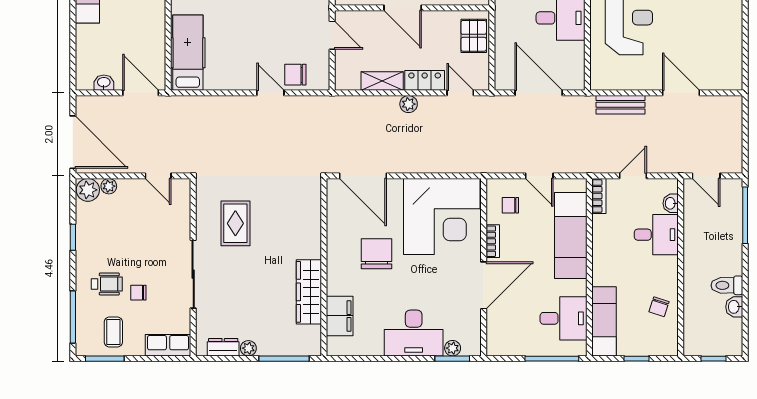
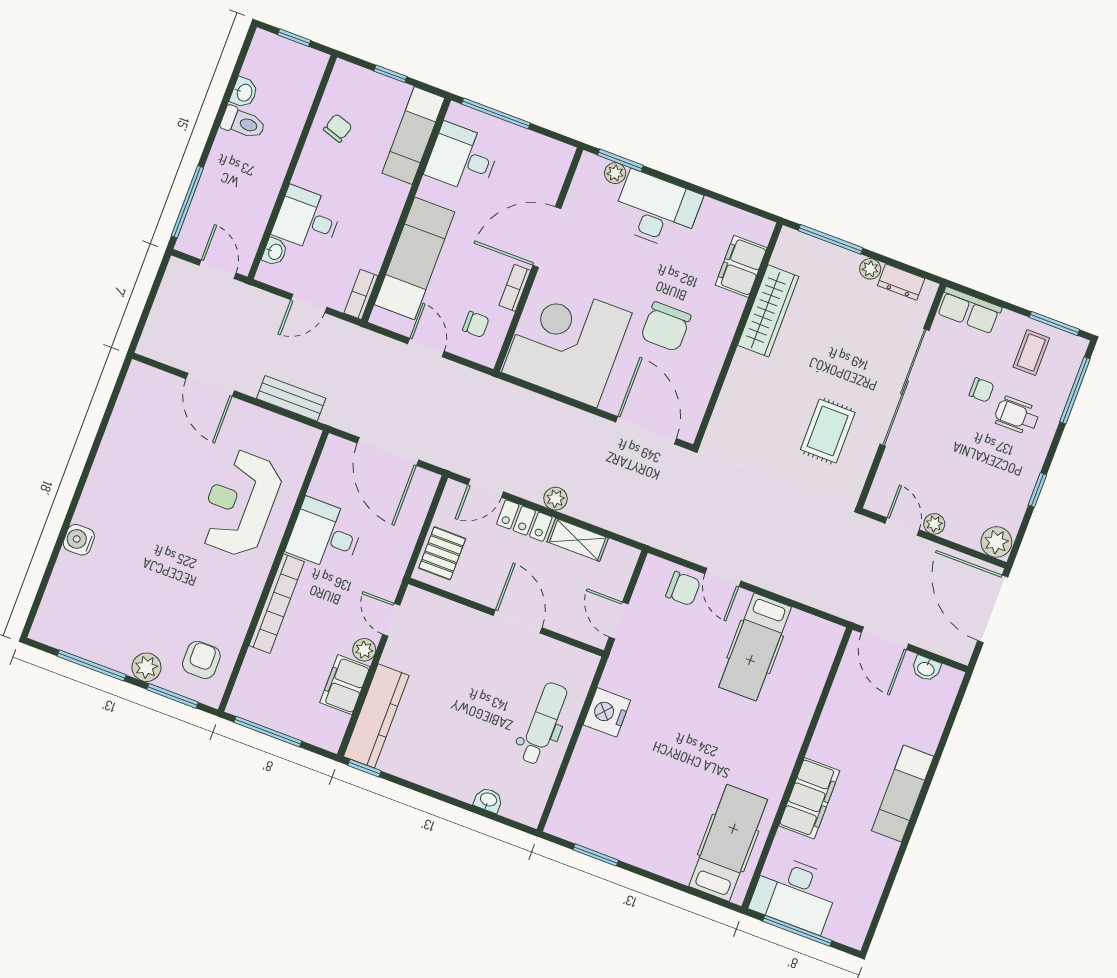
hospital bed: (188, 53) -> (755, 647), moved
door: (460, 93) -> (486, 488), hinge flipped
plant: (109, 186) -> (934, 524), moved
sliding door: (193, 274) -> (904, 387), width x1.36

